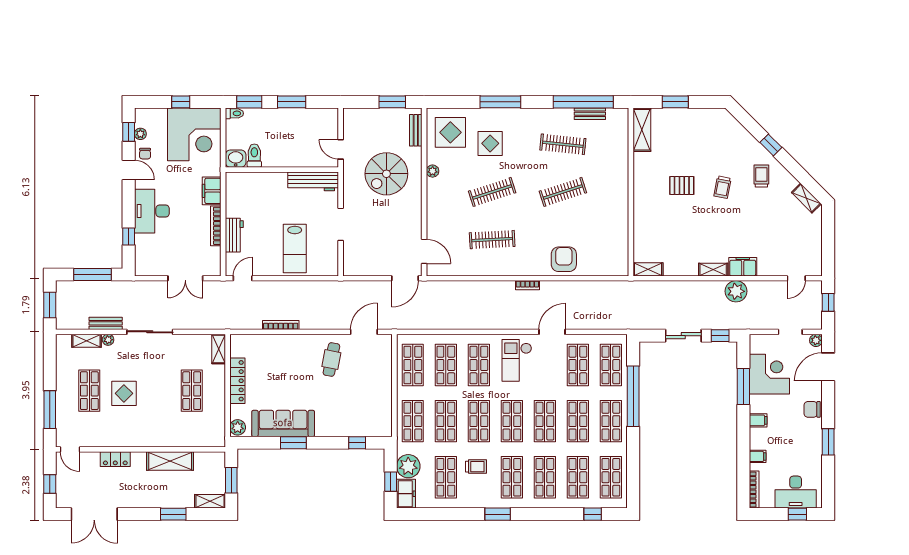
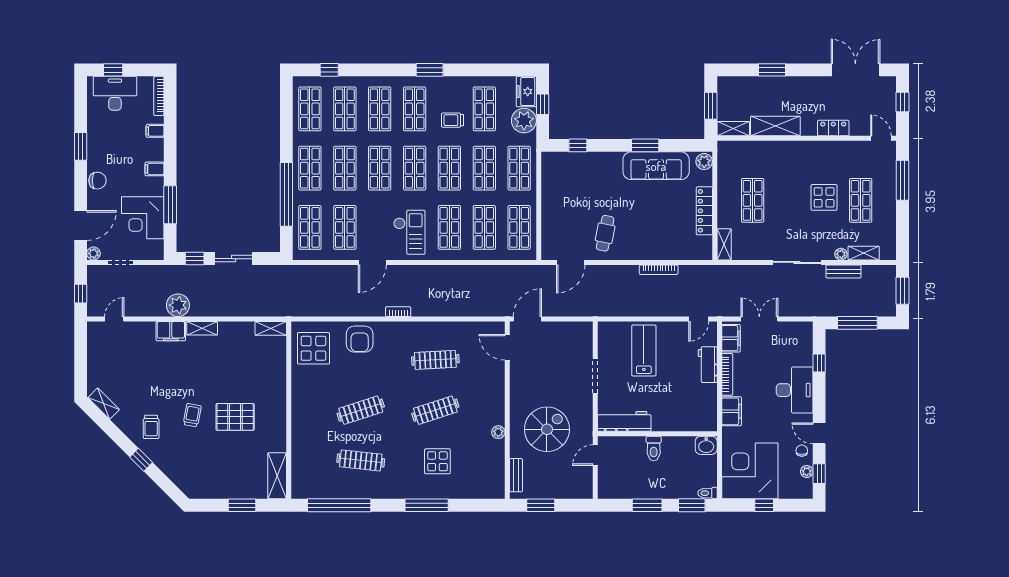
bench: (590, 114) -> (332, 493), removed
display table: (450, 132) -> (313, 348), moved
door: (341, 149) -> (595, 455), swing flipped
toilet: (254, 156) -> (654, 449), moved
pallet: (682, 186) -> (235, 417), width x1.50, depth x1.42
filing cabinet: (212, 260) -> (731, 338), added
shelving: (210, 501) -> (733, 129), moved

